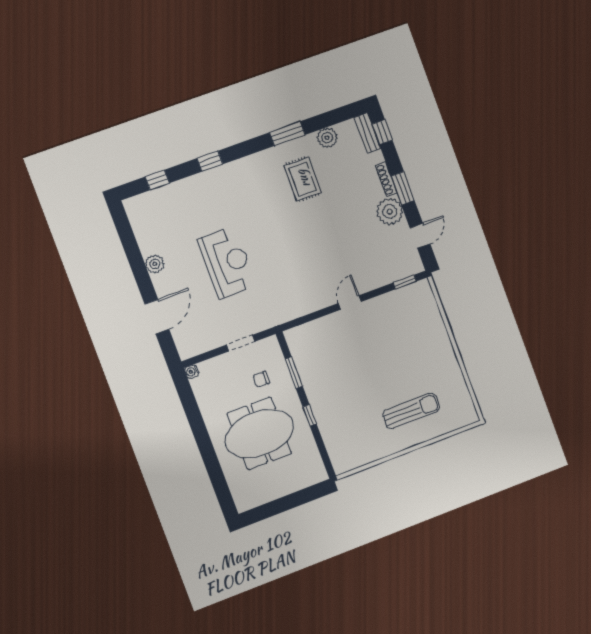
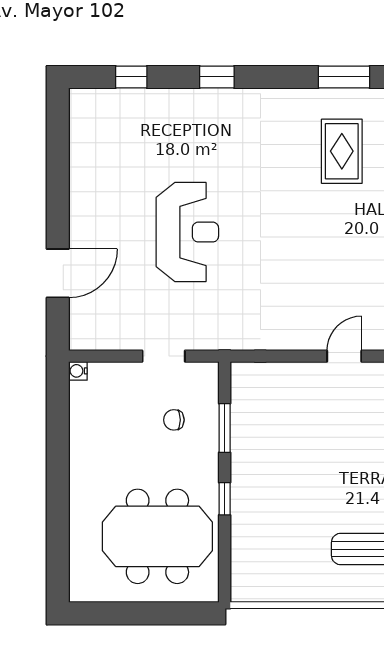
plant: (155, 264) -> (83, 196), removed
meeting table: (259, 433) -> (157, 536), moved

